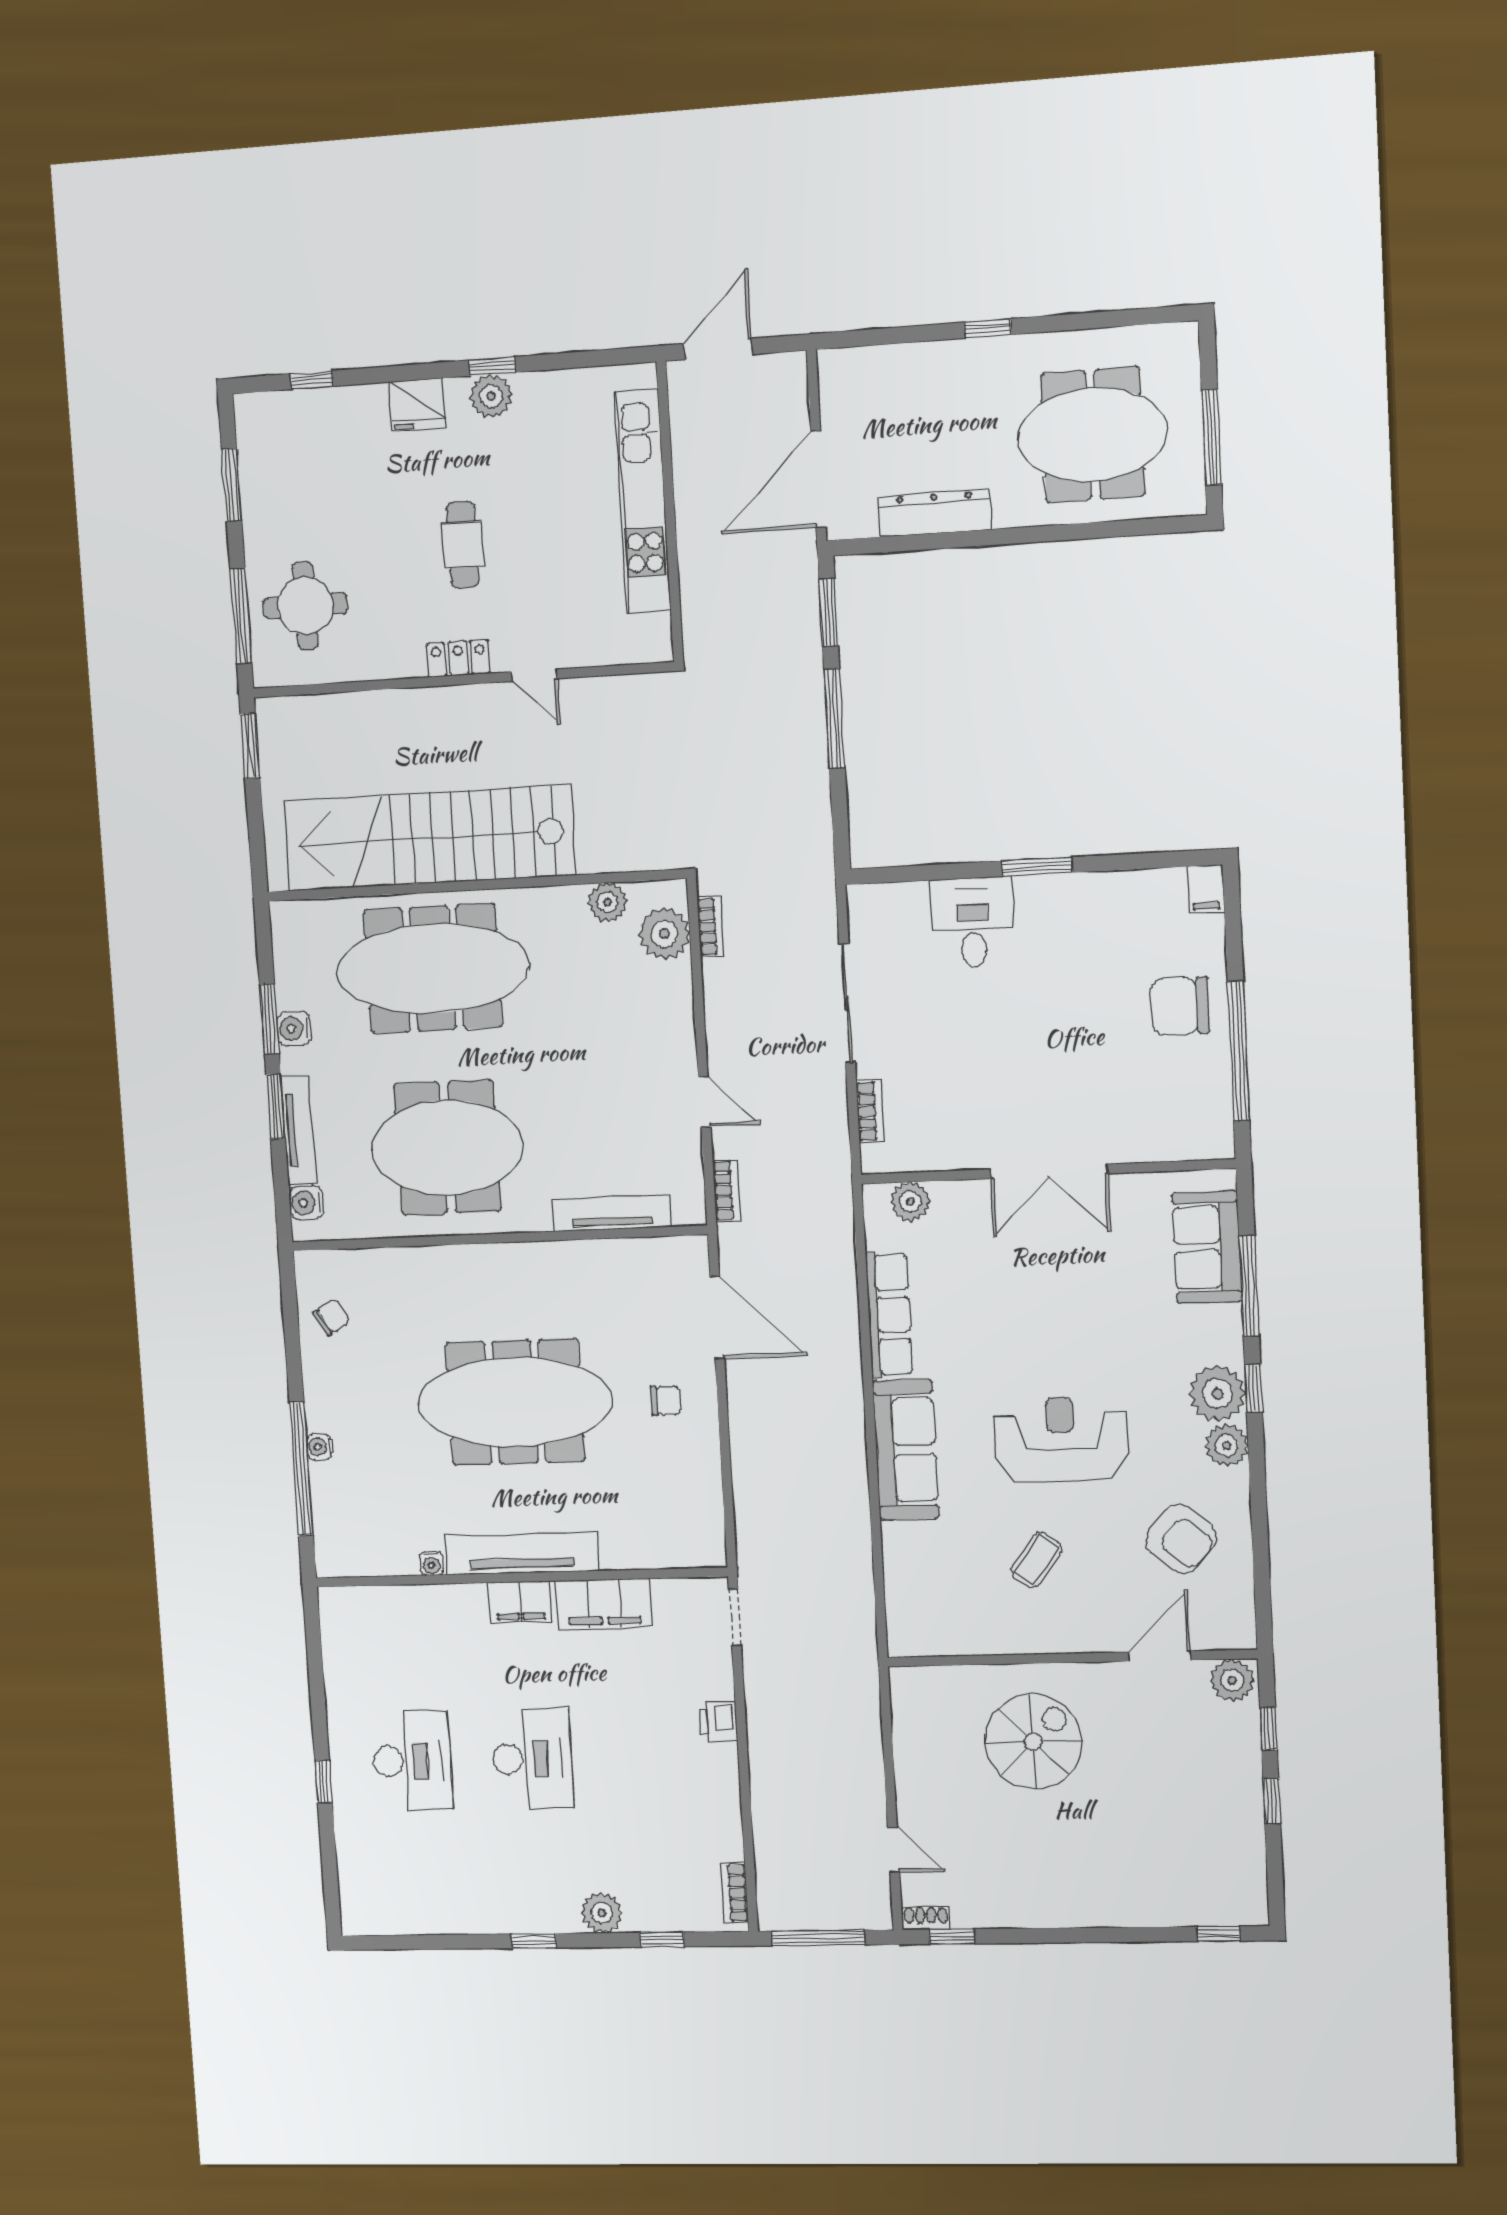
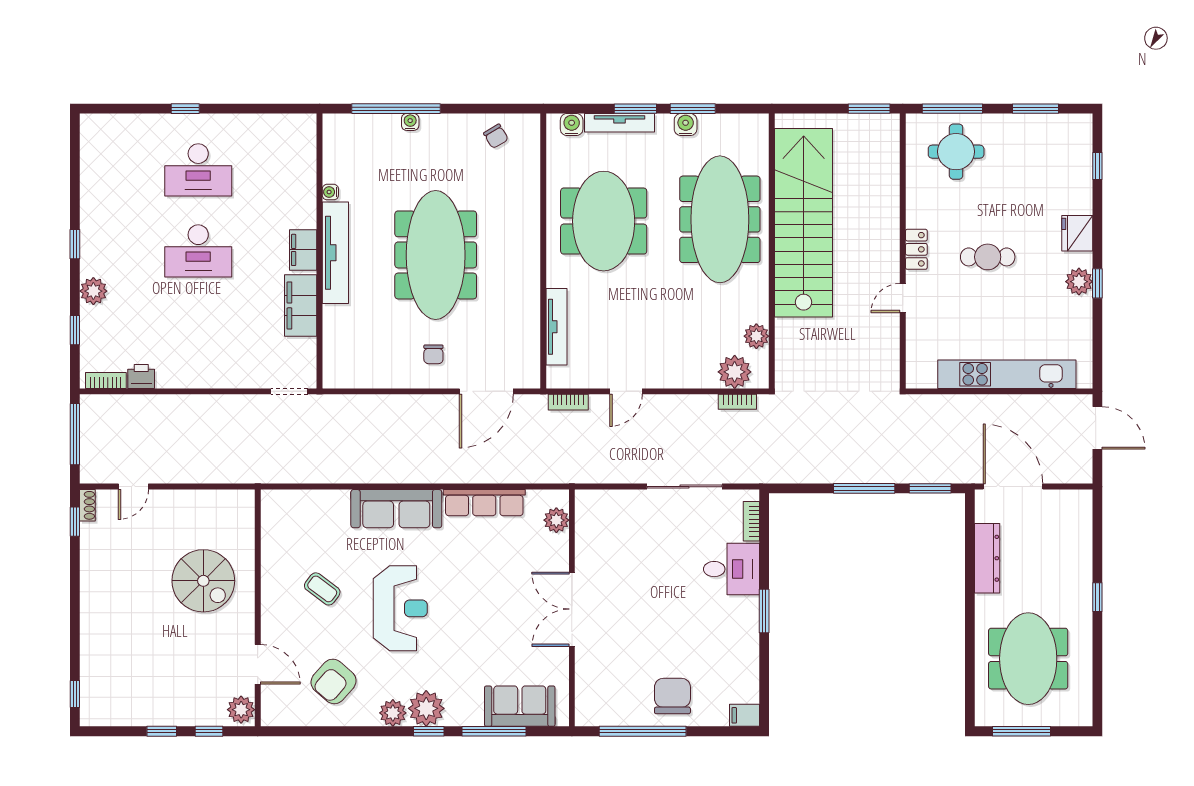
bookcase: (870, 1111) -> (751, 521), moved, turned 90
printer: (718, 1721) -> (141, 376), moved

